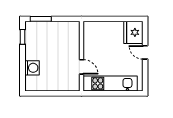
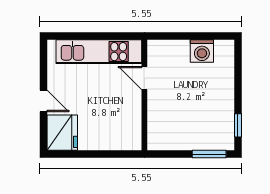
washing machine: (32, 68) -> (202, 51), moved, turned -90

